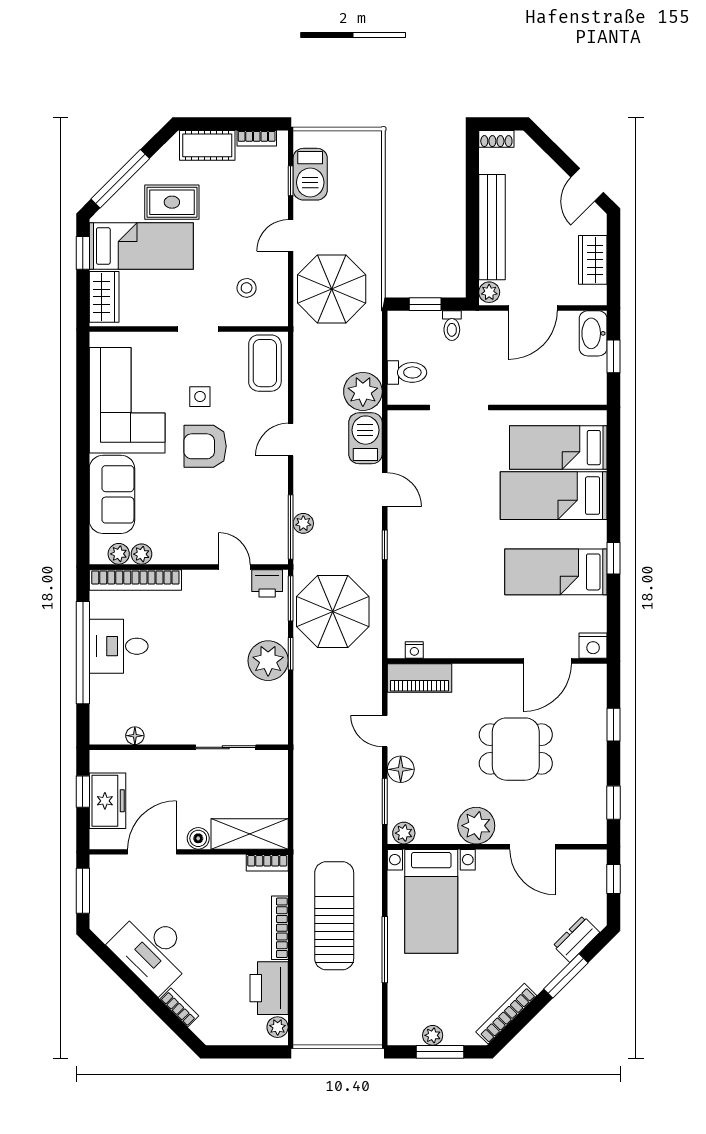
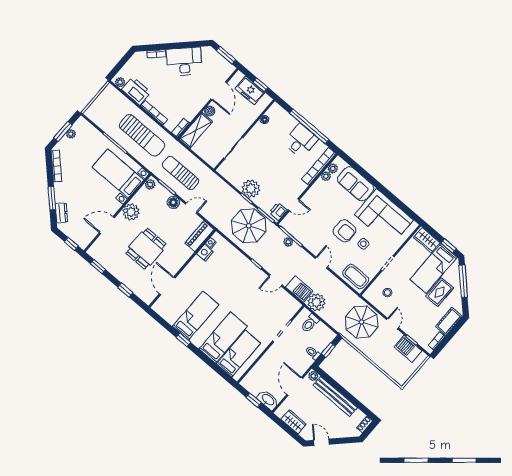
armchair: (205, 446) -> (344, 231), turned 90
nightstand: (593, 646) -> (205, 253), moved
sun lounger: (342, 799) -> (181, 173), added

